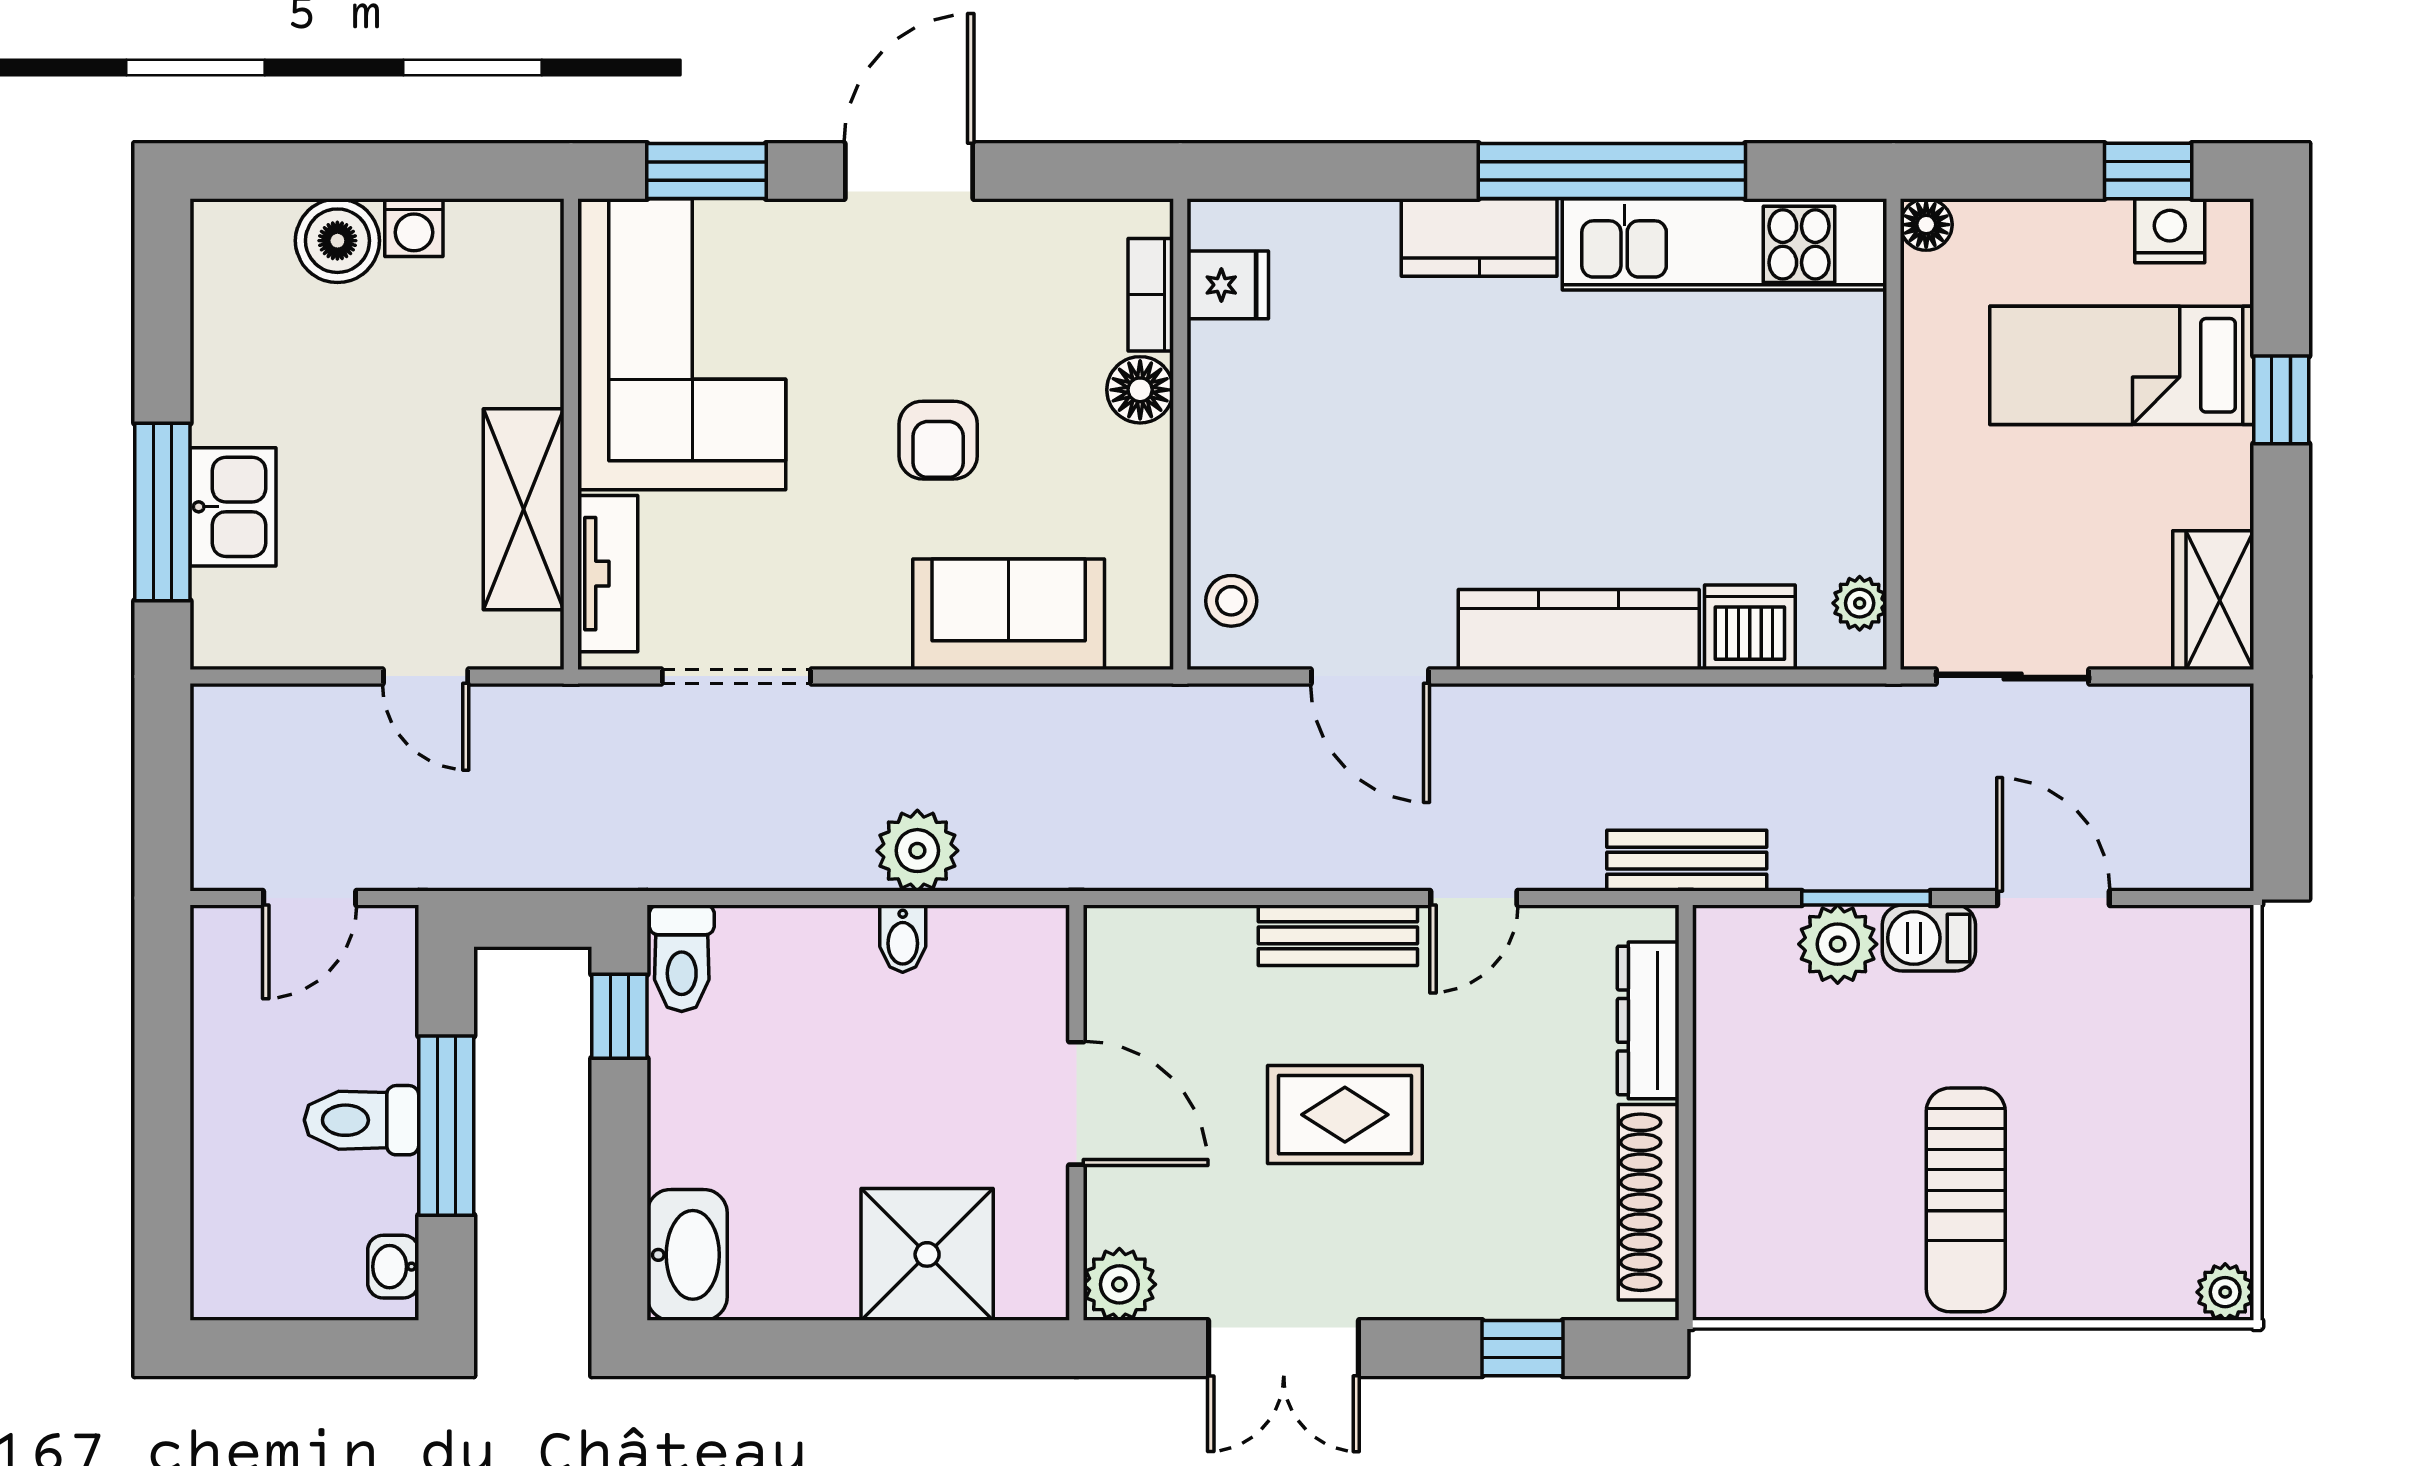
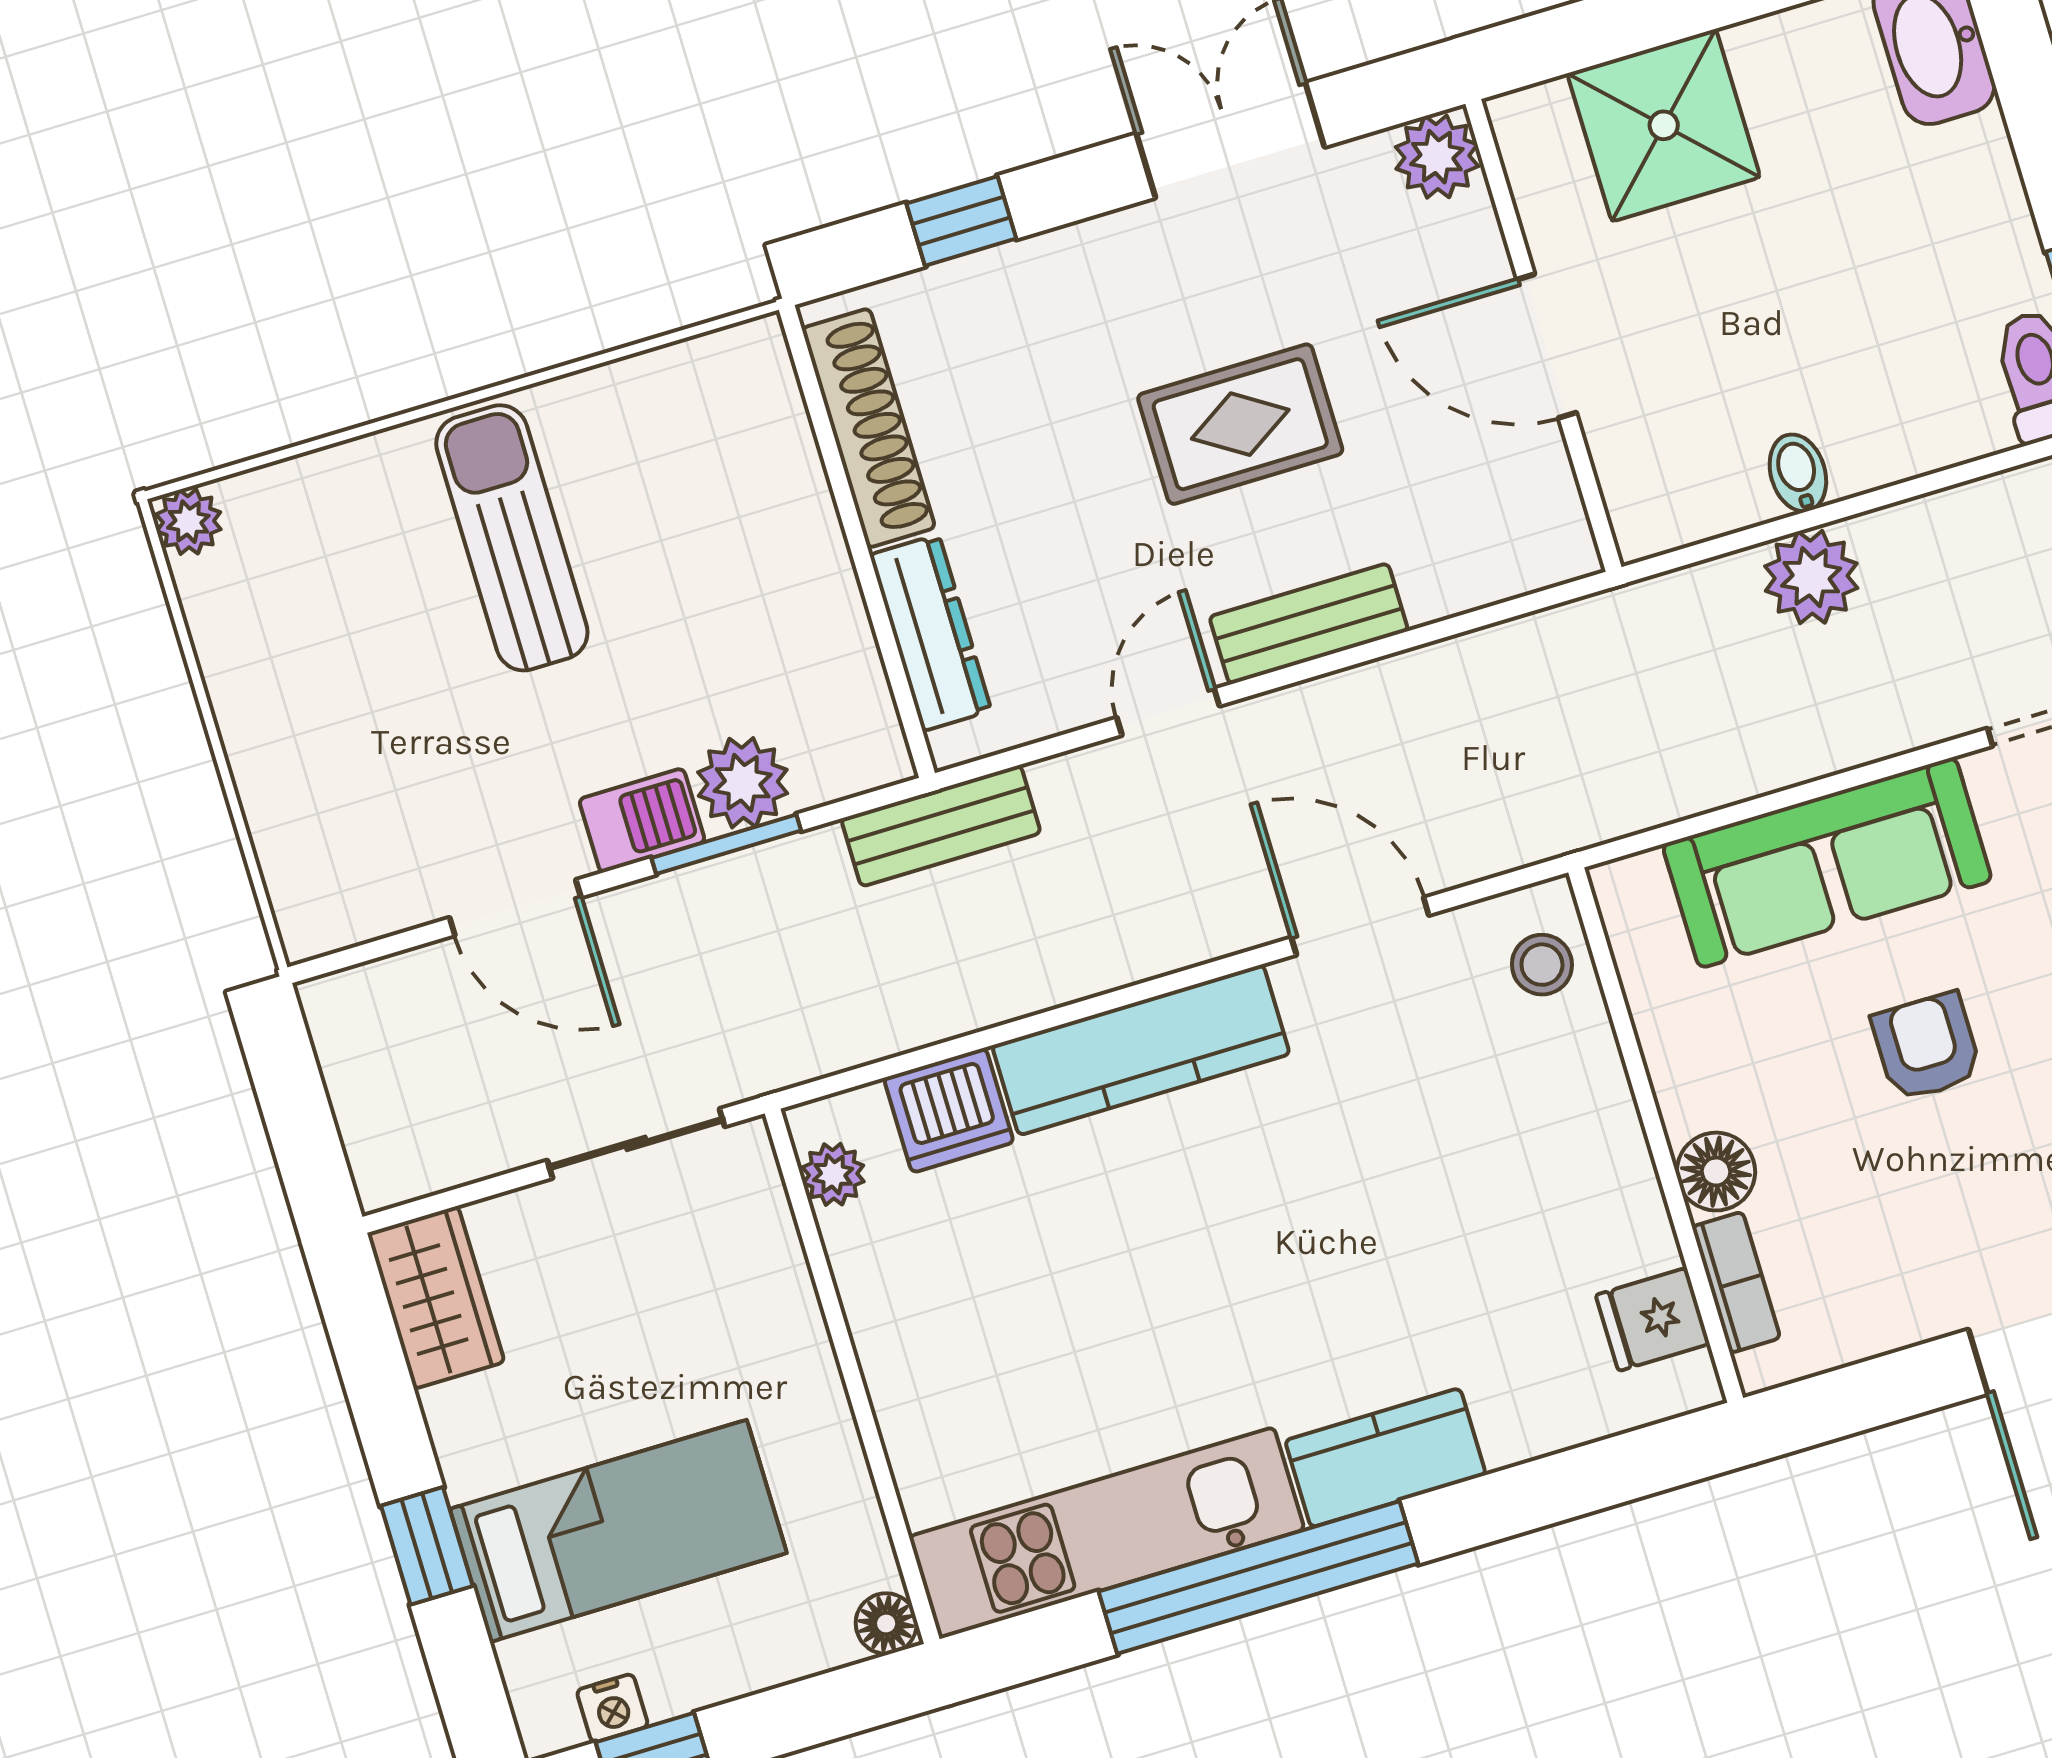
nightstand: (2170, 231) -> (612, 1708), width x0.72, depth x0.74
sofa: (1009, 614) -> (1827, 863), width x1.36

